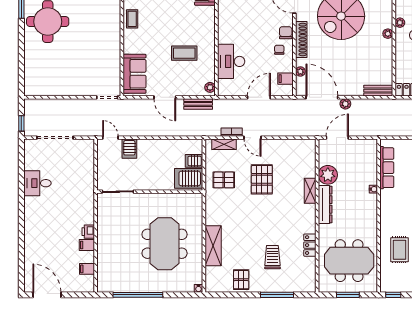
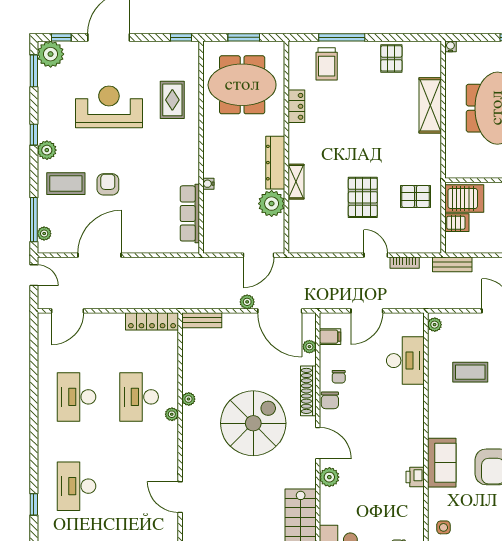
bench: (198, 104) -> (452, 264), moved
shelving: (224, 144) -> (415, 246), removed
trolley: (272, 257) -> (327, 64), moved

